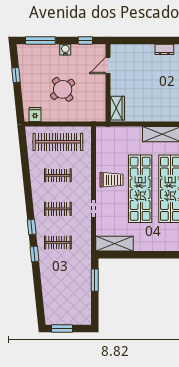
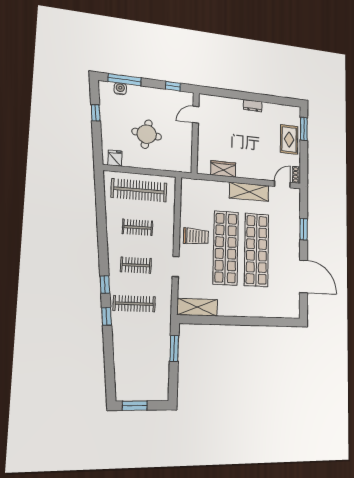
water cooler: (65, 50) -> (120, 89), moved
round table: (63, 89) -> (147, 134), turned 45
wardrobe: (117, 108) -> (223, 169), moved, turned -90
clothes rail: (58, 242) -> (134, 304), width x1.36

